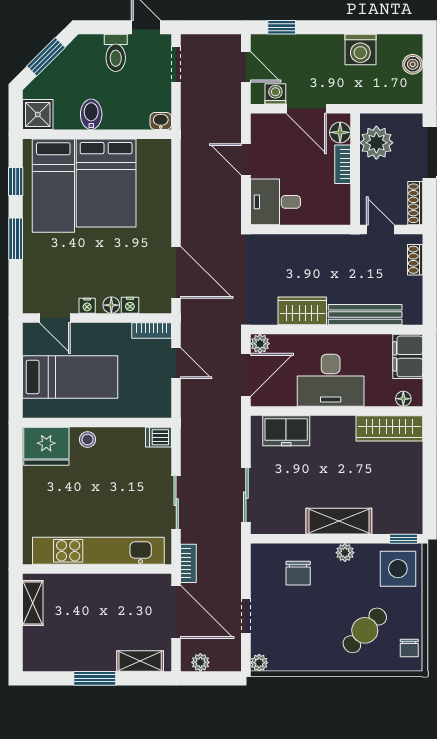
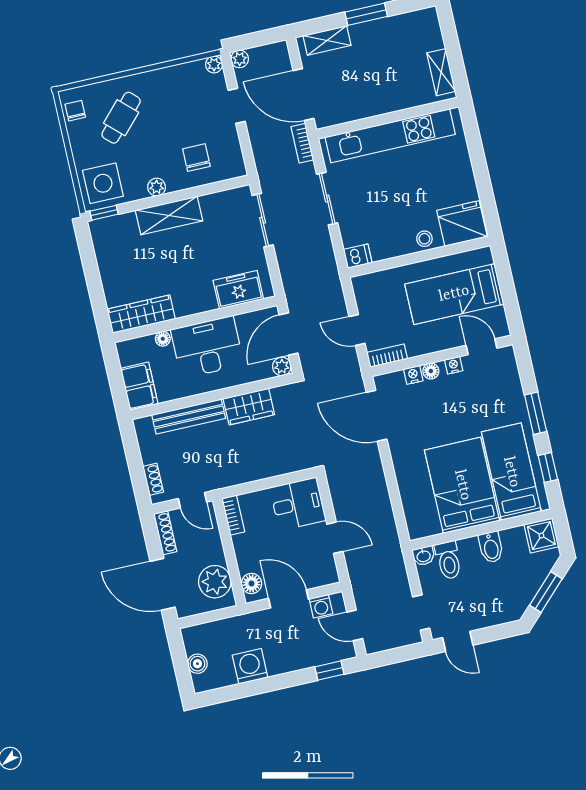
toilet: (116, 53) -> (448, 560), moved, turned 180
bookcase: (343, 164) -> (233, 515), moved
floor lamp: (403, 399) -> (163, 339), moved
plant: (200, 662) -> (240, 59), moved

